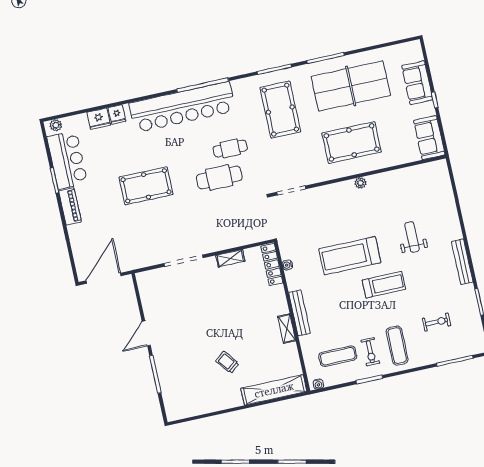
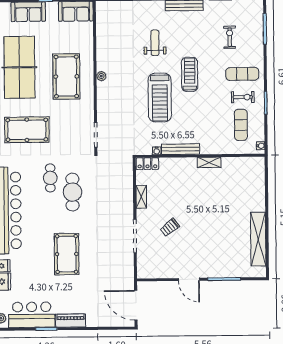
weight bench: (412, 237) -> (155, 43), turned 90
locker: (272, 265) -> (147, 164), width x0.66
bench: (299, 313) -> (181, 149), moved
trolley: (227, 362) -> (170, 227), moved
shelving: (274, 390) -> (258, 239), moved

